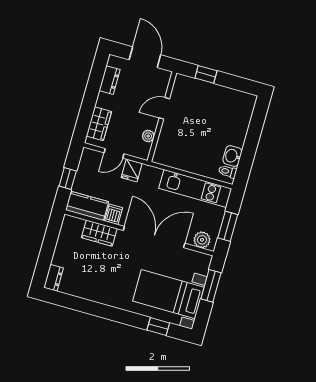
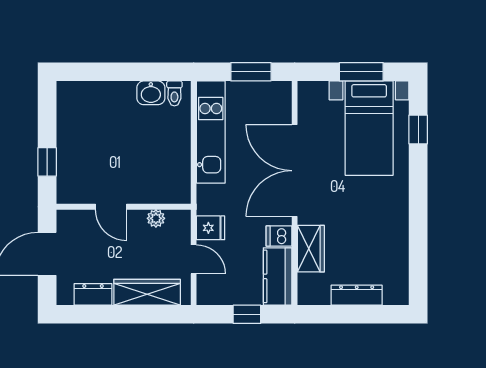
wardrobe: (99, 124) -> (147, 292), width x1.50
plant: (202, 240) -> (280, 102), removed
dresser: (53, 278) -> (357, 295), moved, width x1.44
window: (211, 286) -> (361, 72), moved

